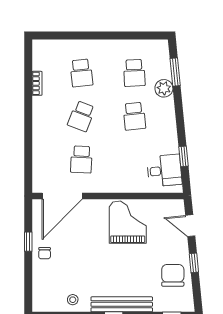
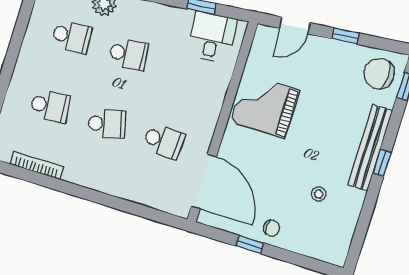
bookcase: (37, 83) -> (37, 166), width x1.56
school desk: (81, 116) -> (107, 124), turned -36
chair: (173, 275) -> (379, 74), moved
stool: (73, 300) -> (319, 194), moved

